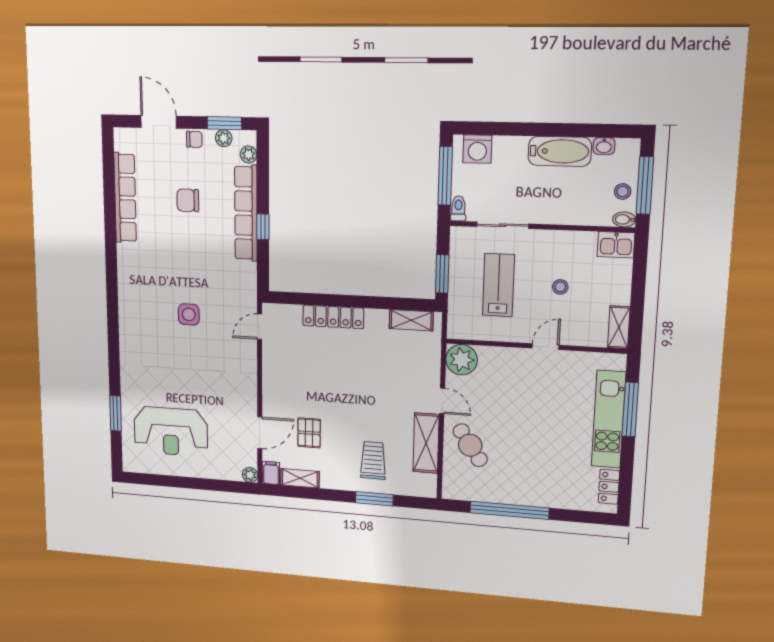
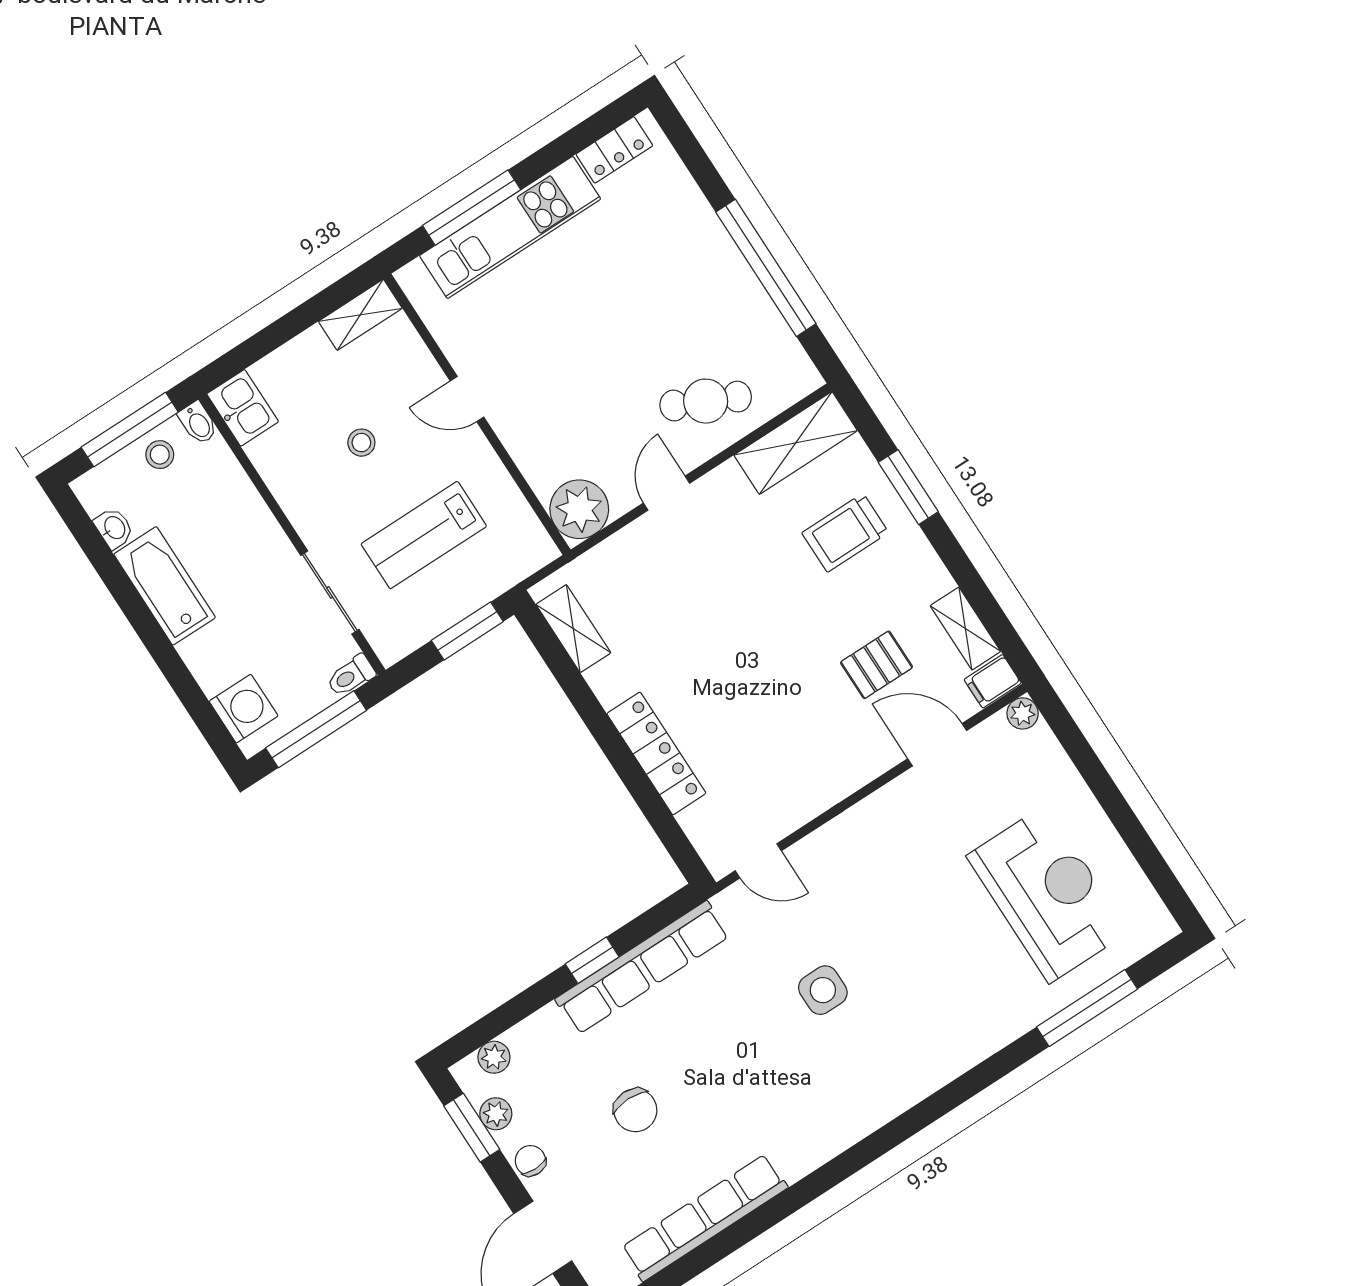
row of seats: (246, 213) -> (642, 968), moved
window: (116, 413) -> (1087, 1008), width x1.44
shelving: (426, 443) -> (796, 443), moved
cafe table: (470, 445) -> (706, 401), turned 59

